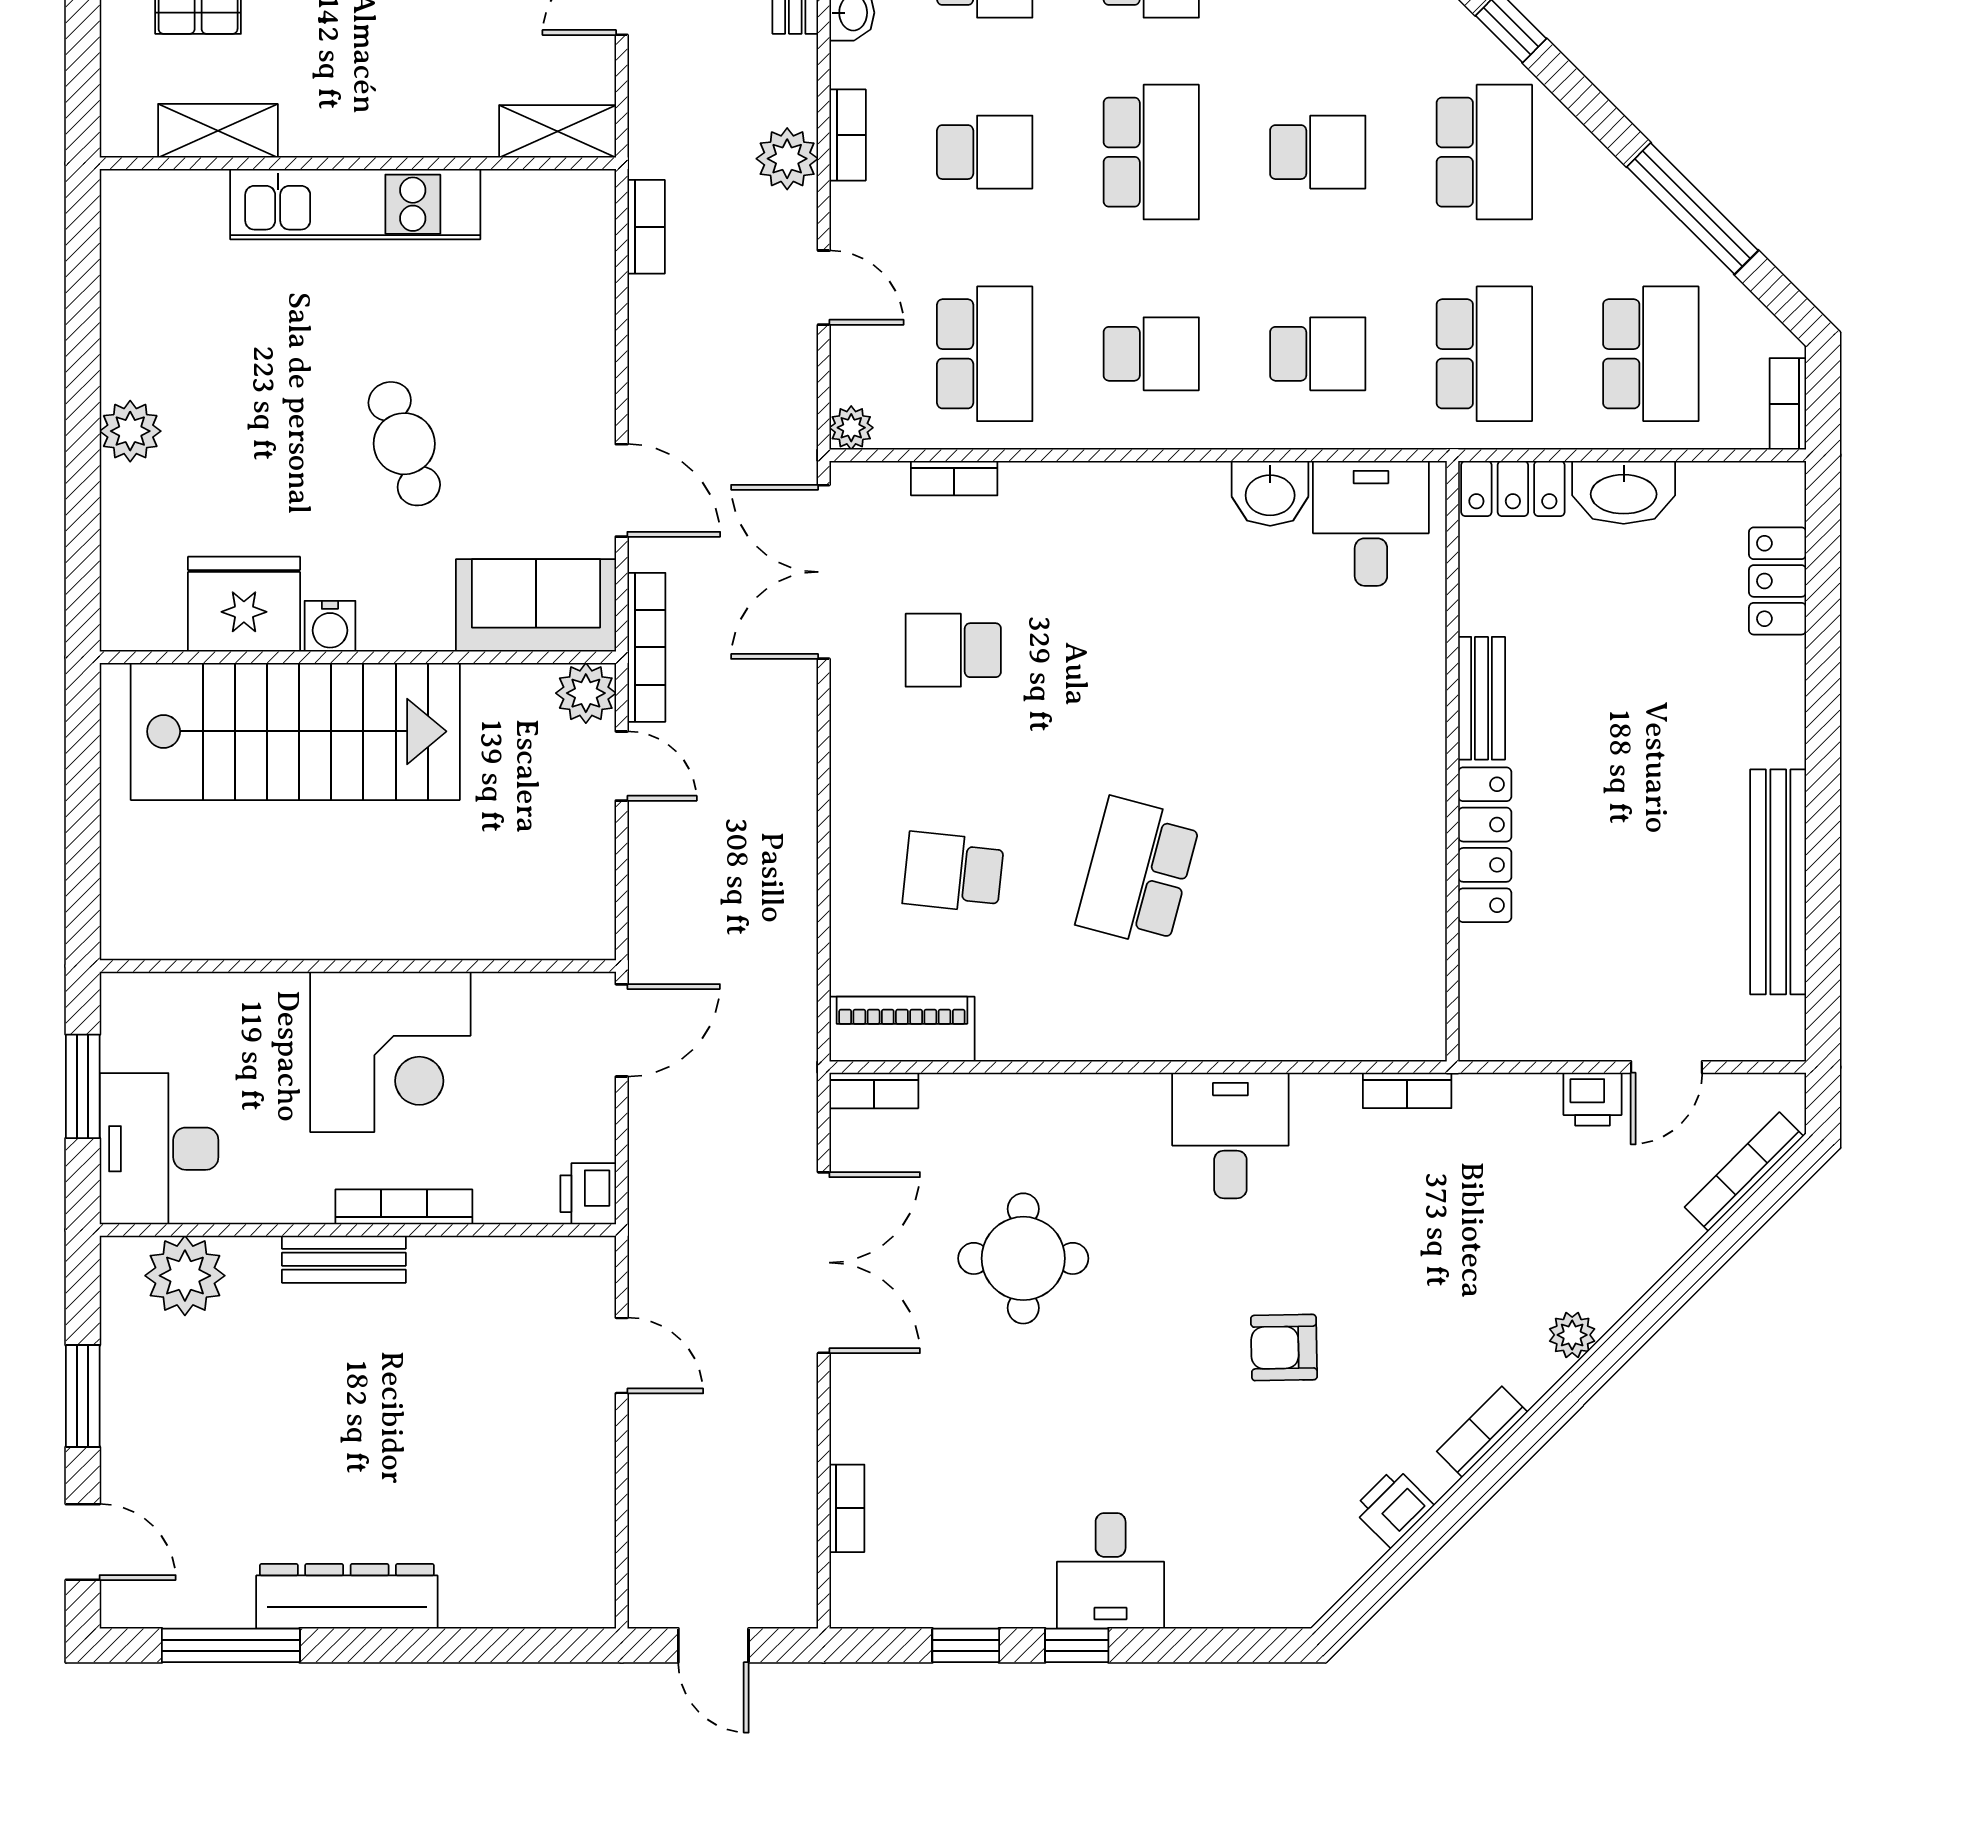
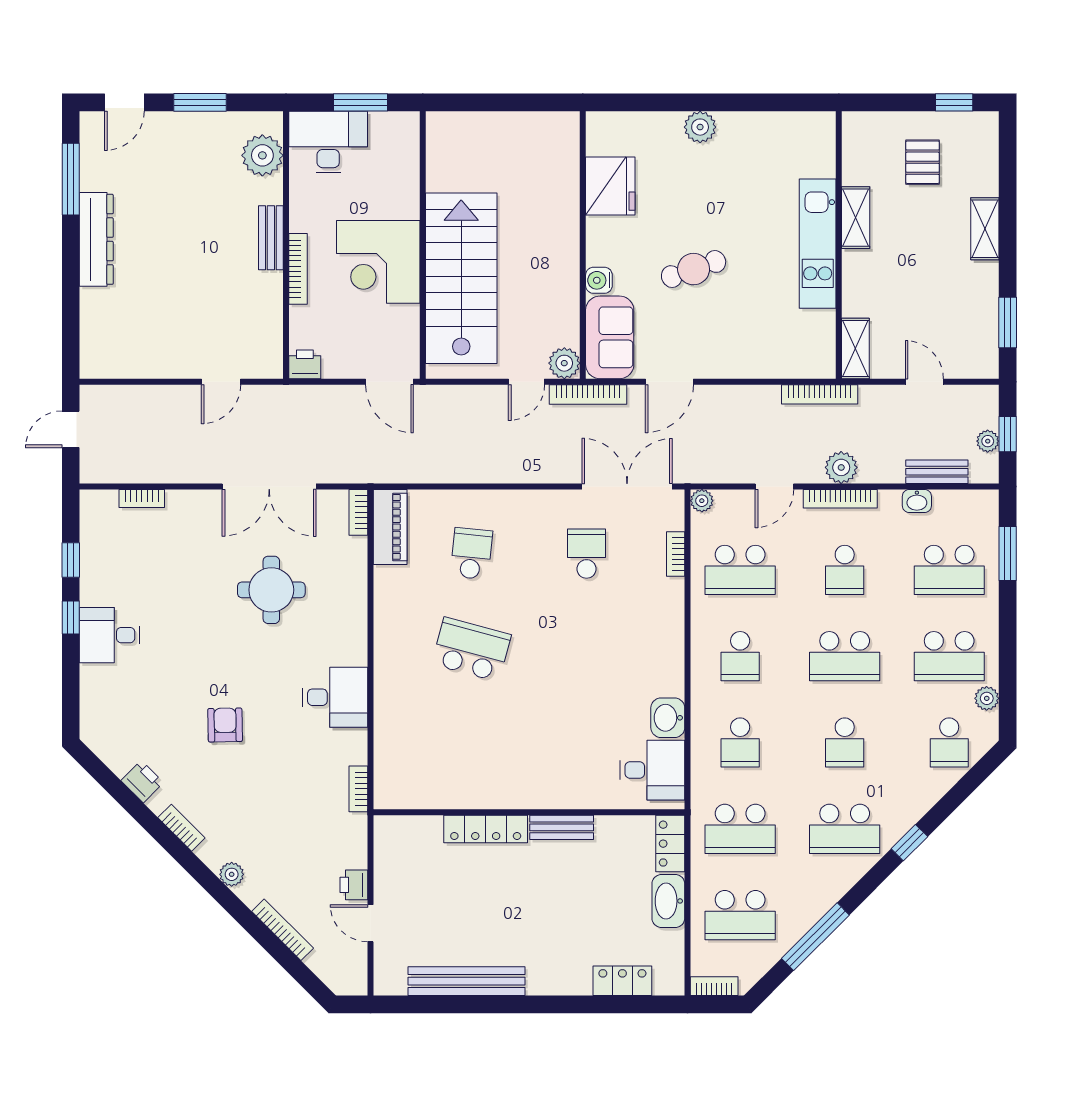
shelving: (218, 131) -> (856, 218), moved
bookcase: (848, 135) -> (840, 499), width x1.56
bookcase: (646, 227) -> (820, 394), width x1.56
water cooler: (330, 626) -> (599, 280), moved
stairs: (295, 731) -> (461, 278), moved, turned 180
bookcase: (1744, 1172) -> (283, 930), moved

